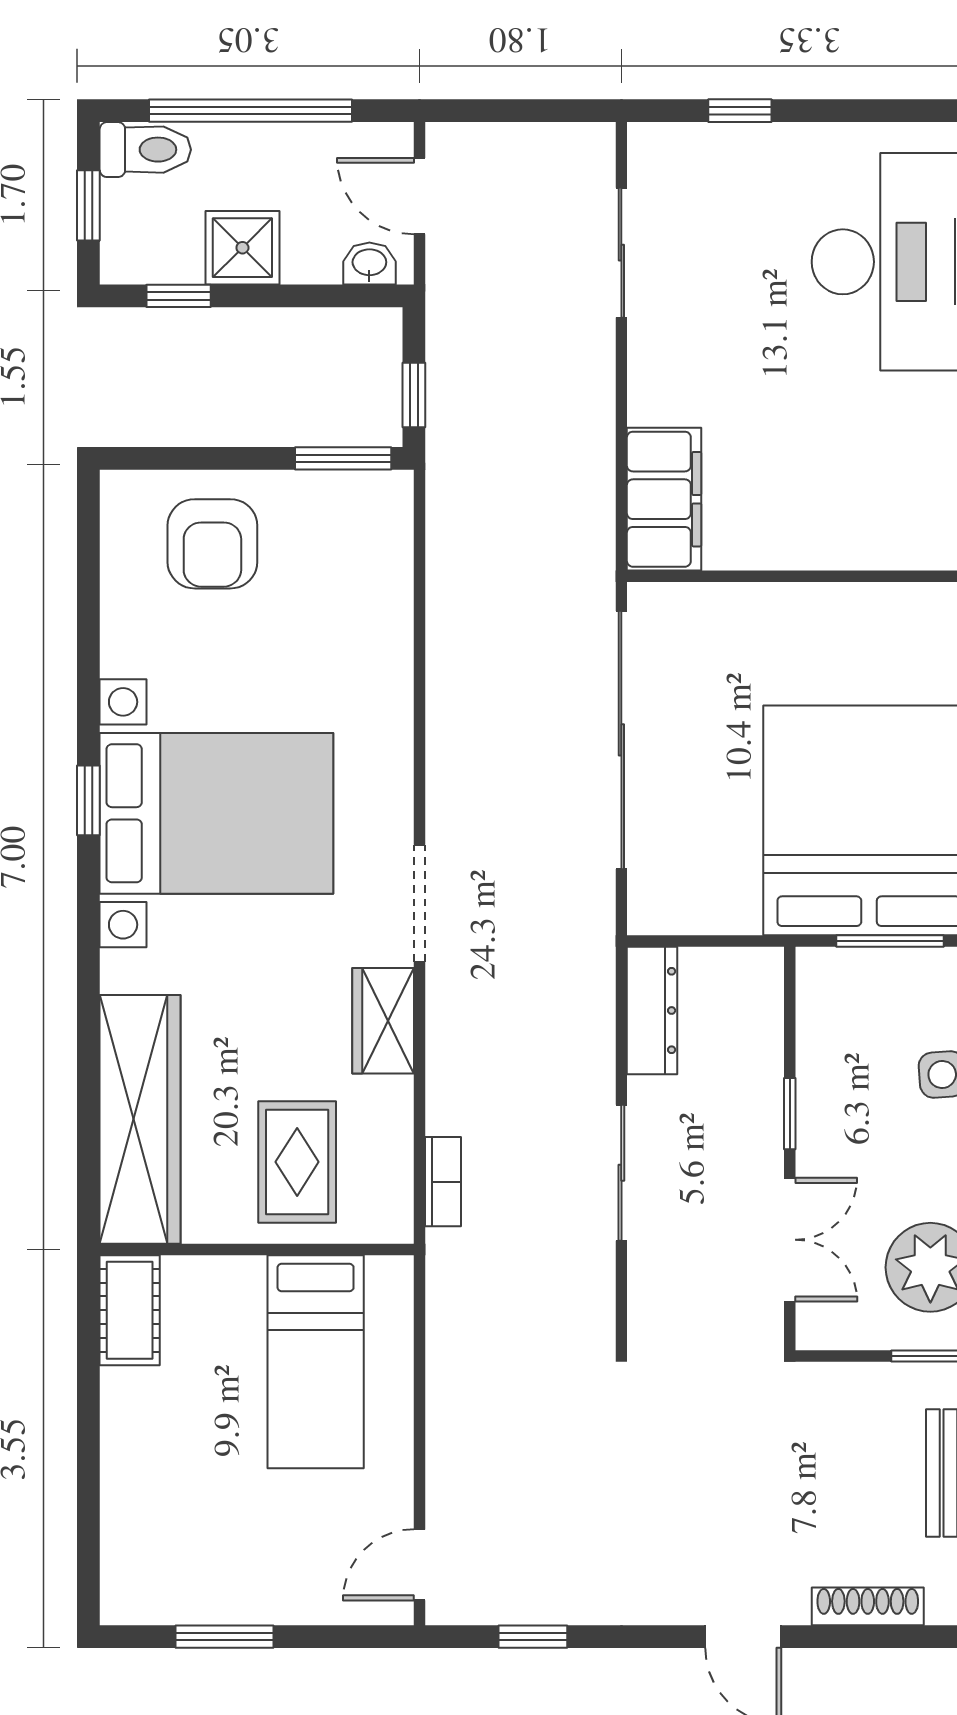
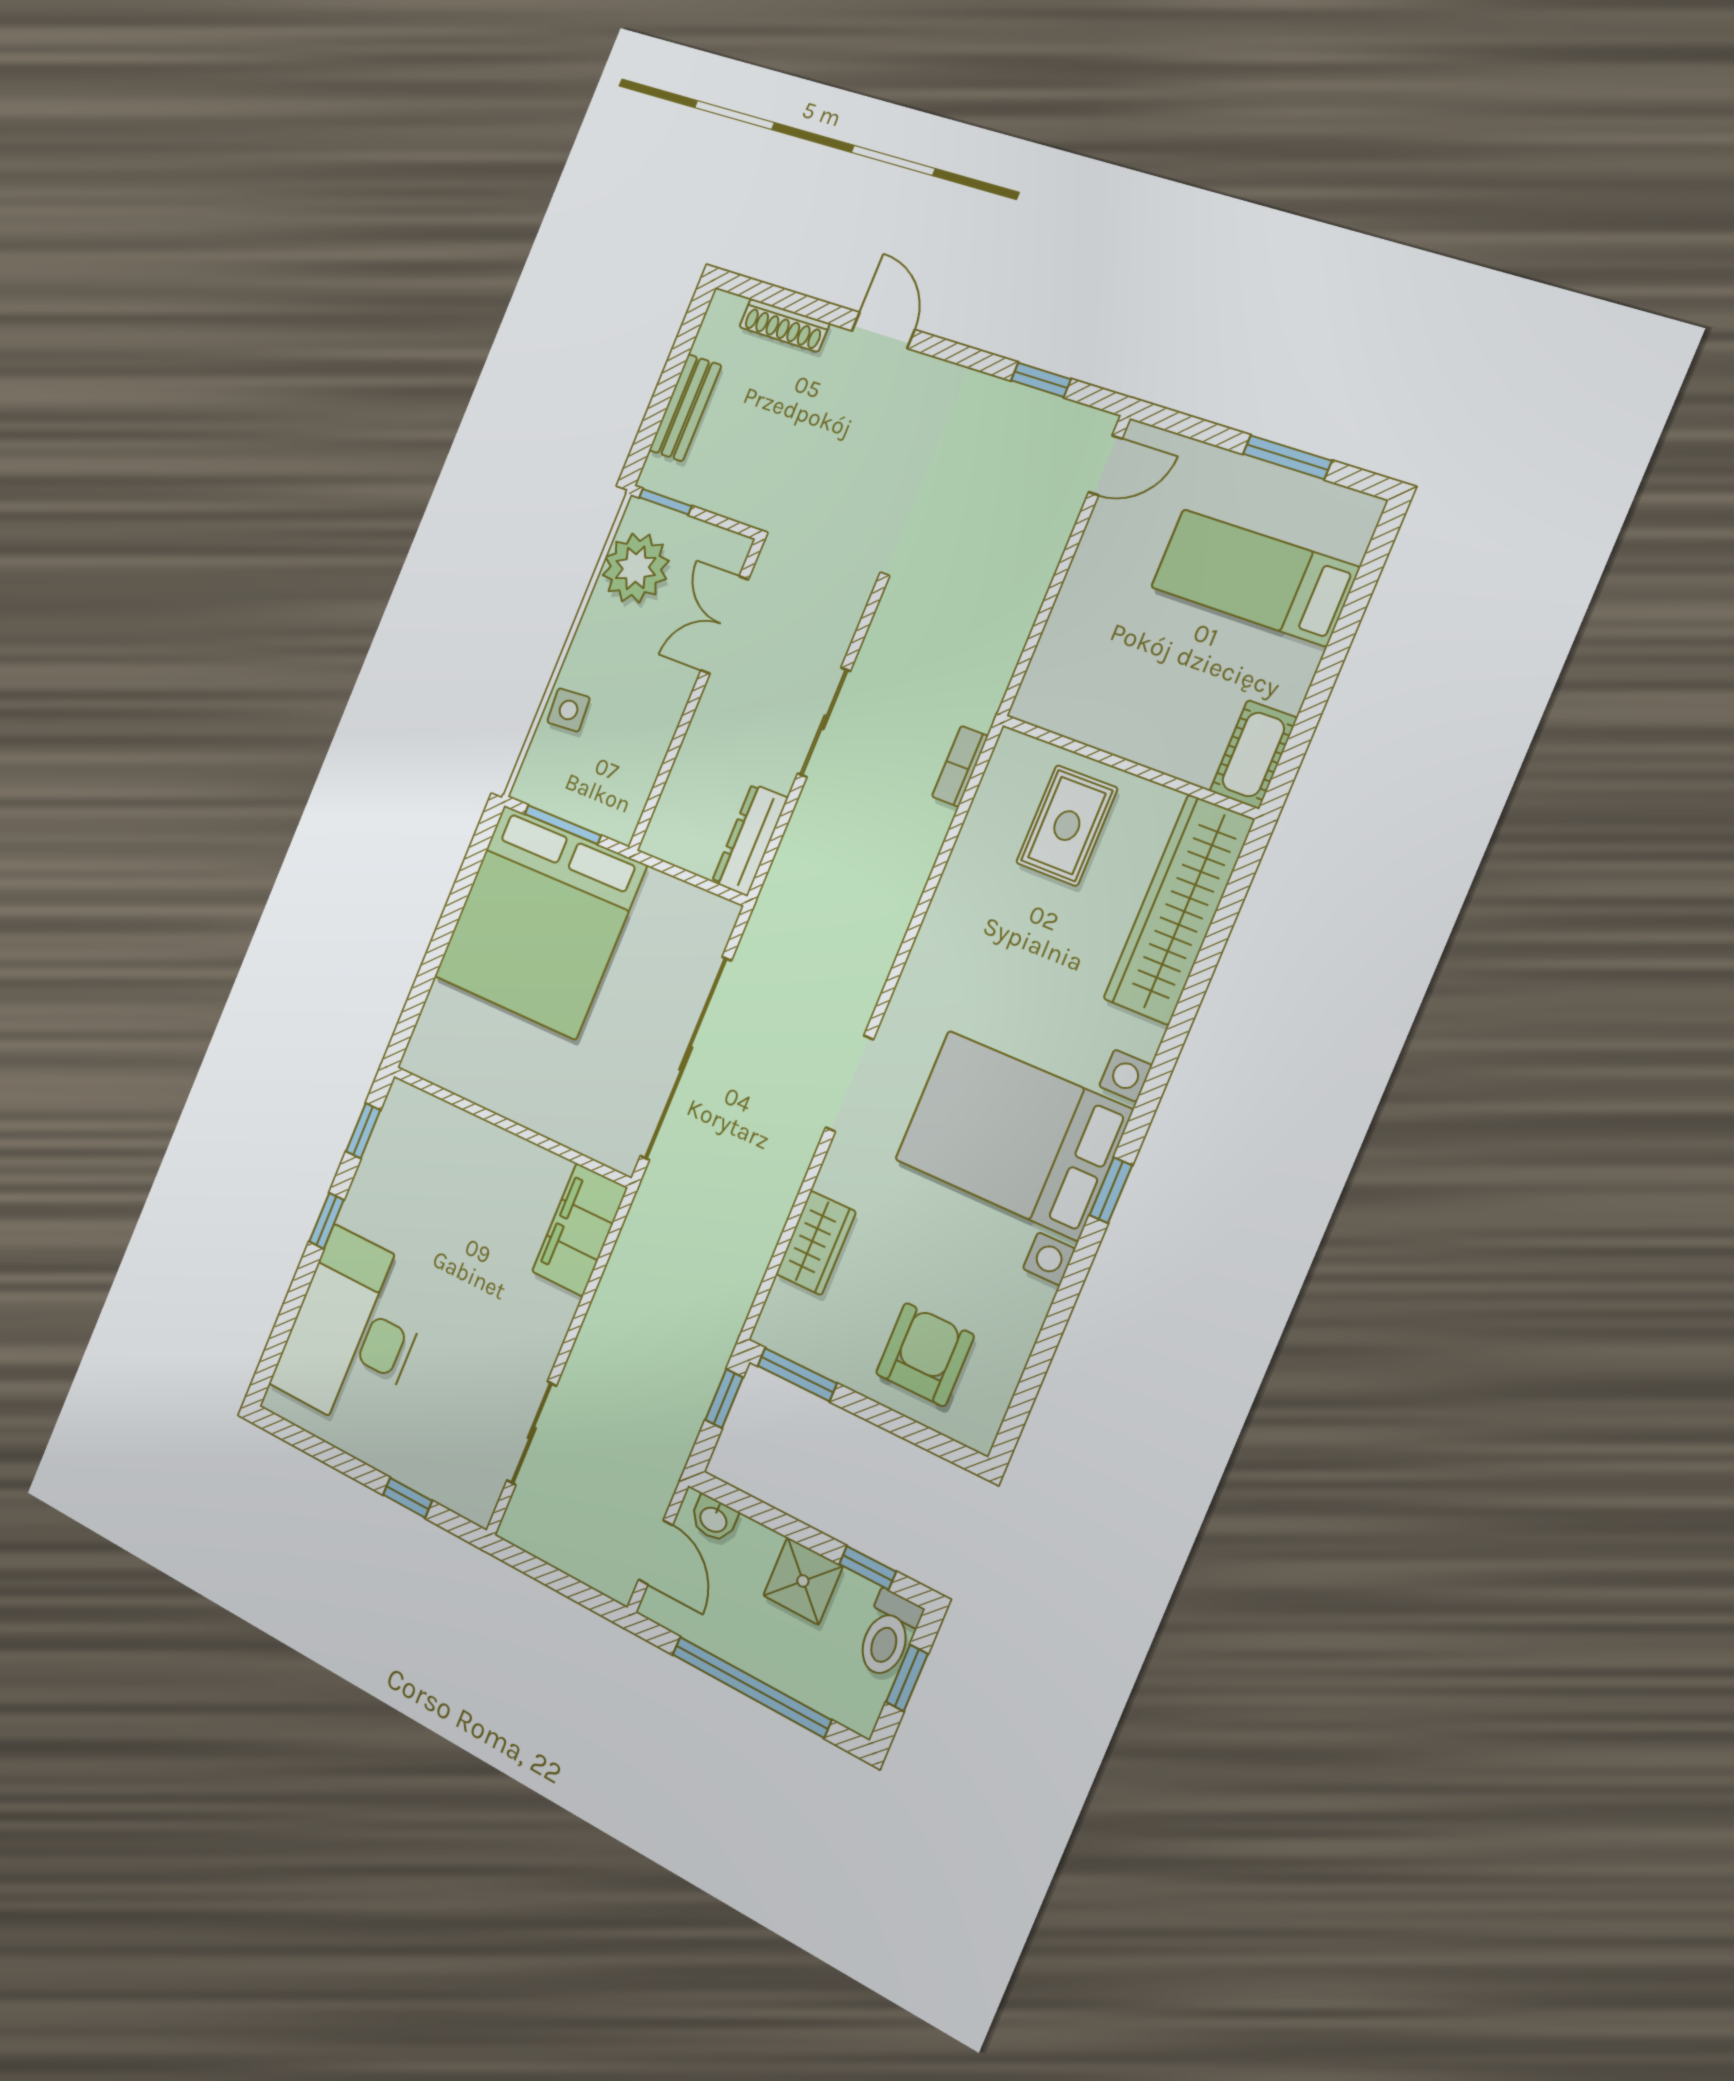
toilet: (145, 150) -> (888, 1635), moved, turned -90
doorway: (419, 903) -> (850, 1084), moved
wardrobe: (383, 1021) -> (816, 1243), moved
window: (790, 1114) -> (685, 722), removed
bed: (316, 1362) -> (1254, 577), moved, turned -90

